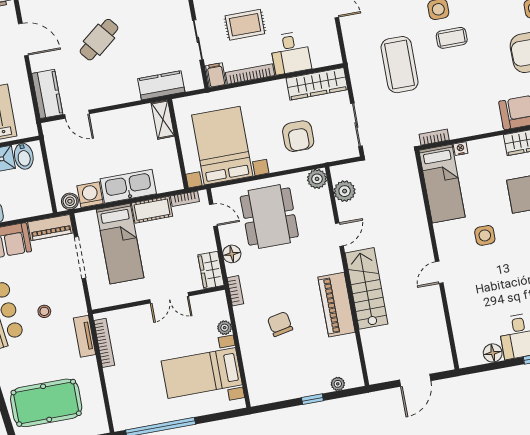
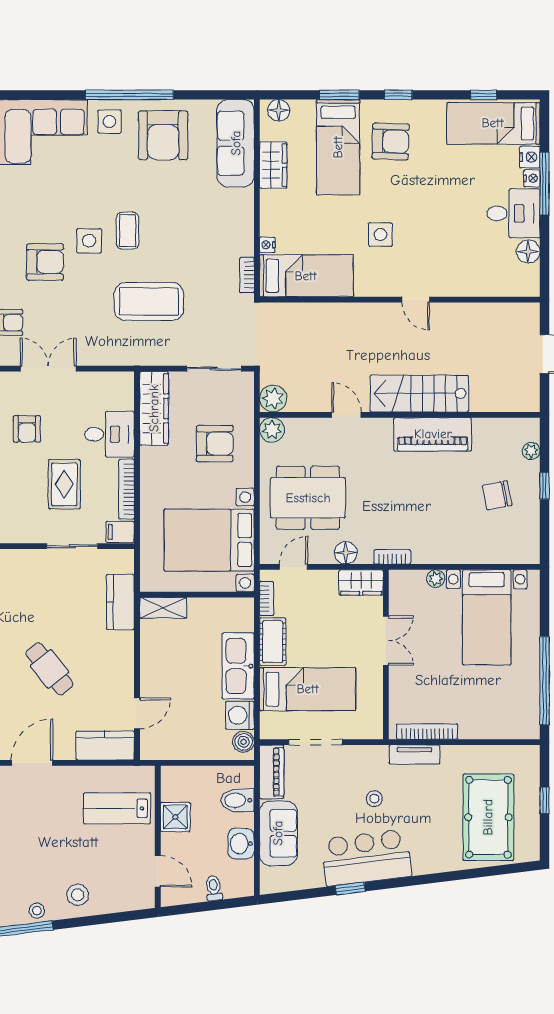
bidet: (24, 156) -> (237, 800), moved, turned 180
plant: (345, 191) -> (273, 398), moved
chair: (280, 324) -> (497, 495), moved

